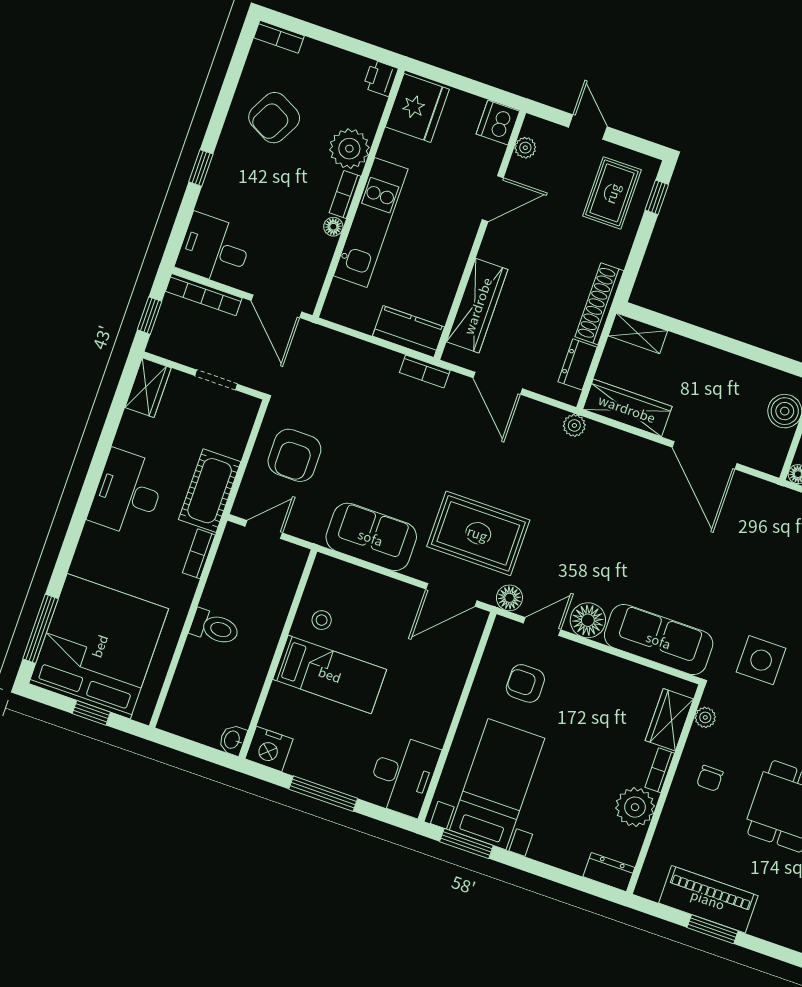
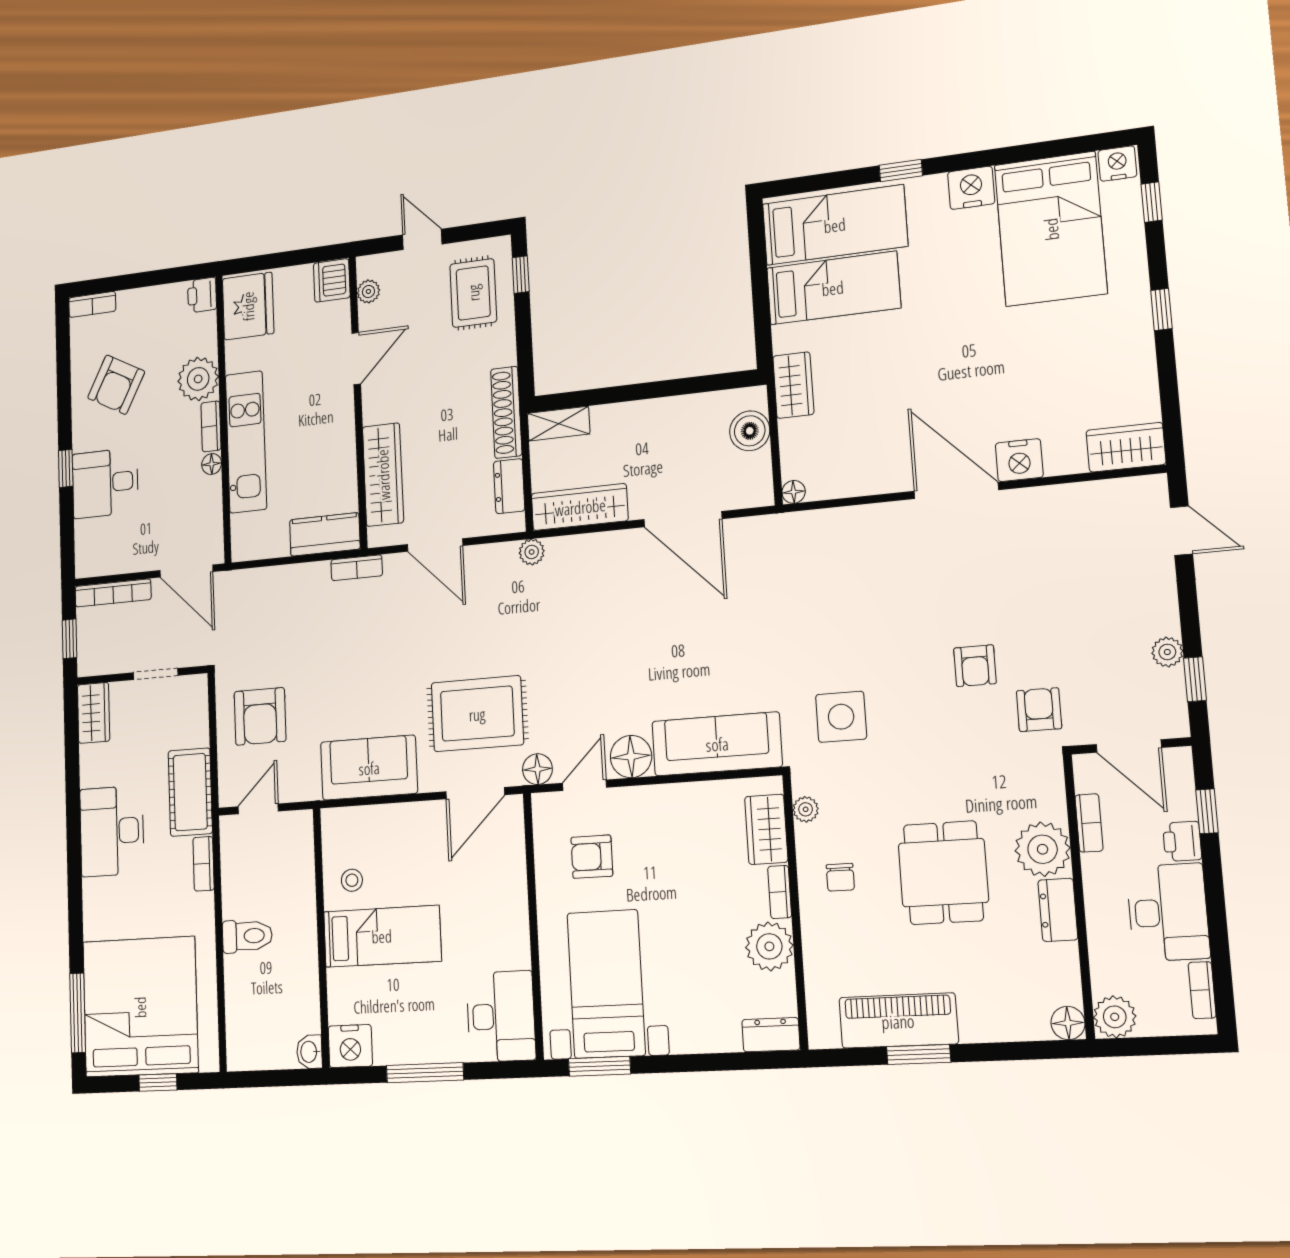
desk: (214, 249) -> (105, 483), moved

